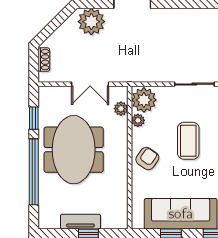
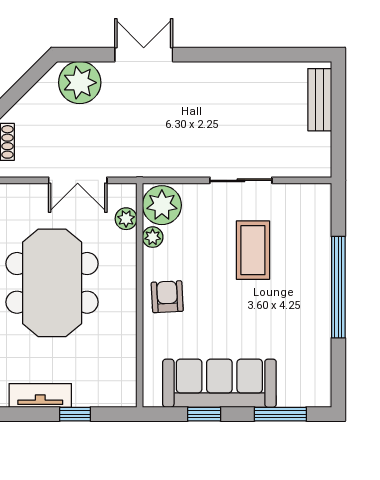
coffee table: (188, 141) -> (253, 250), moved
armchair: (147, 159) -> (167, 297), turned -38
tv unit: (80, 222) -> (40, 395), moved

